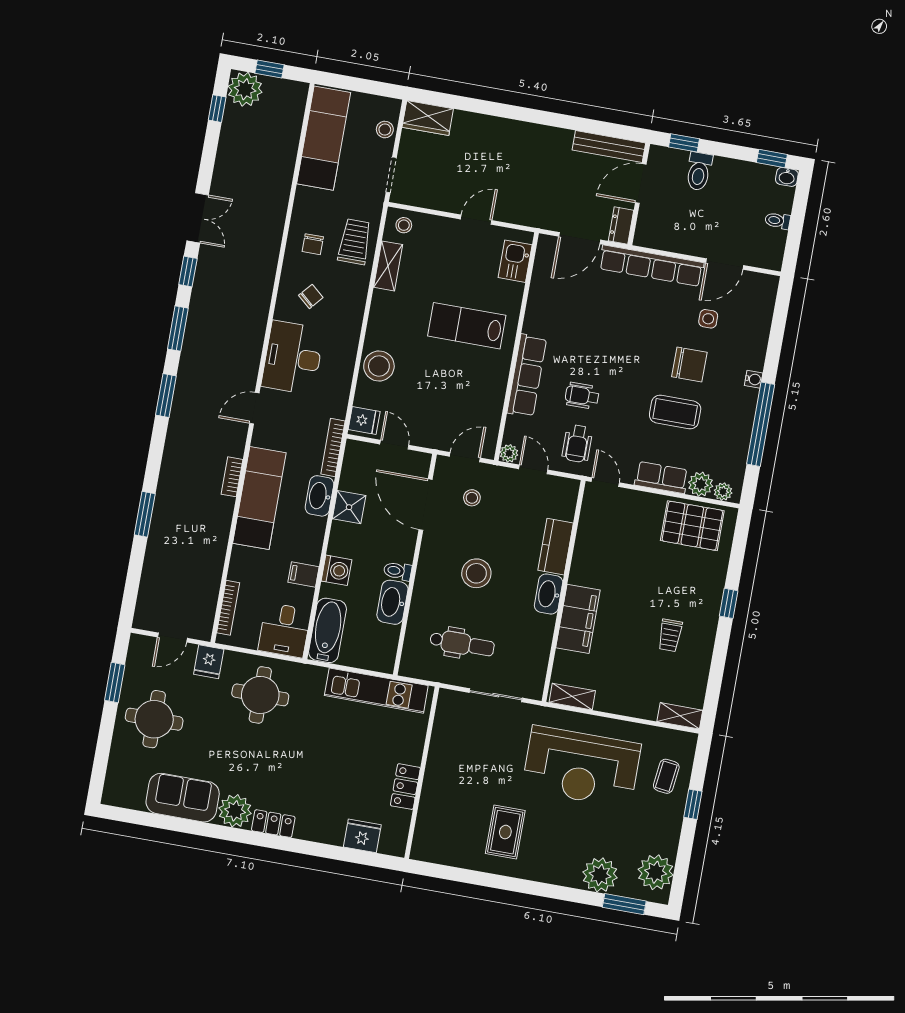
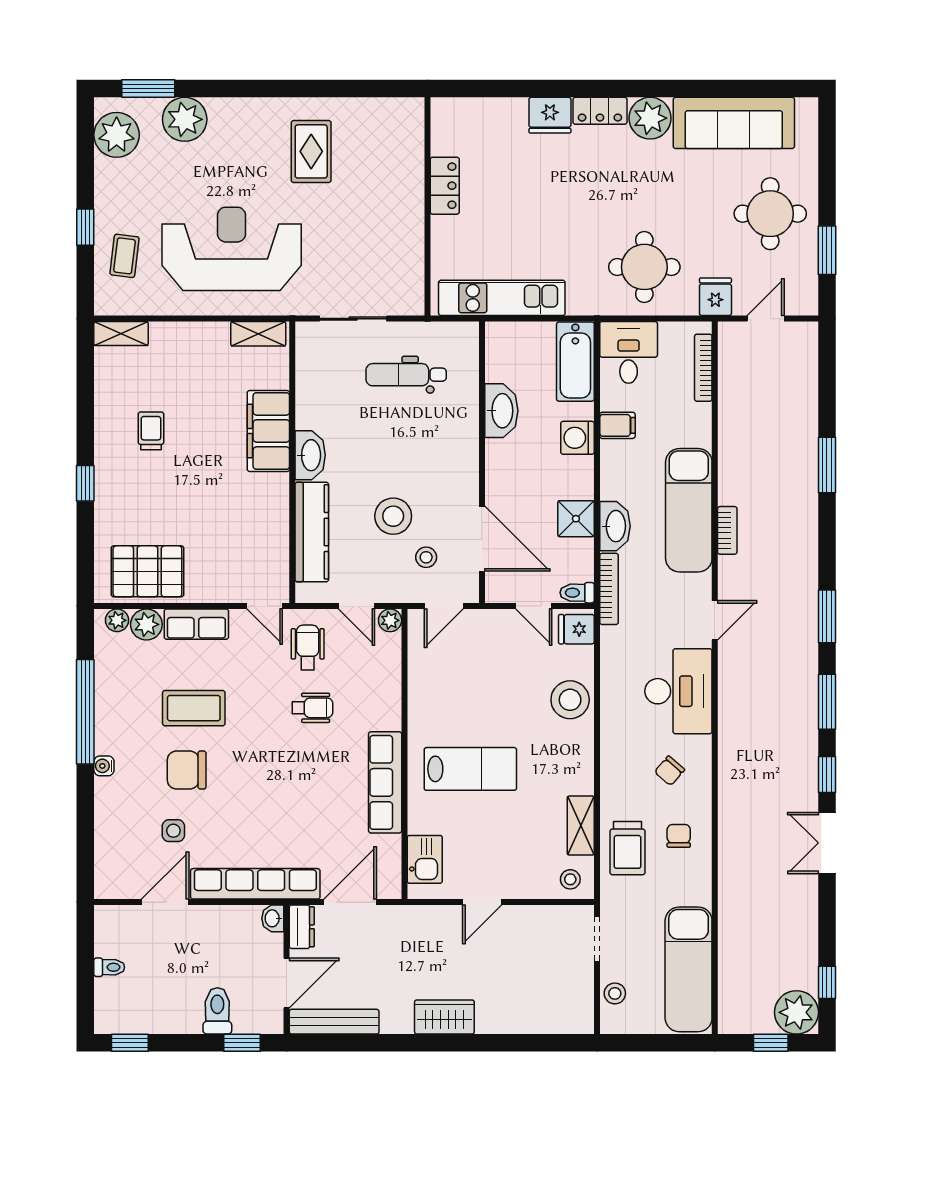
wardrobe: (428, 118) -> (444, 1017), moved
washbasin: (787, 177) -> (273, 918), moved, turned -90
row of seats: (527, 376) -> (385, 782), moved
kitchen counter: (556, 547) -> (312, 532), width x1.50
toilet: (398, 571) -> (577, 593), moved, turned 180
stool: (476, 573) -> (393, 516), moved
sofa: (183, 798) -> (734, 123), width x1.36
fridge: (362, 836) -> (550, 115), moved

